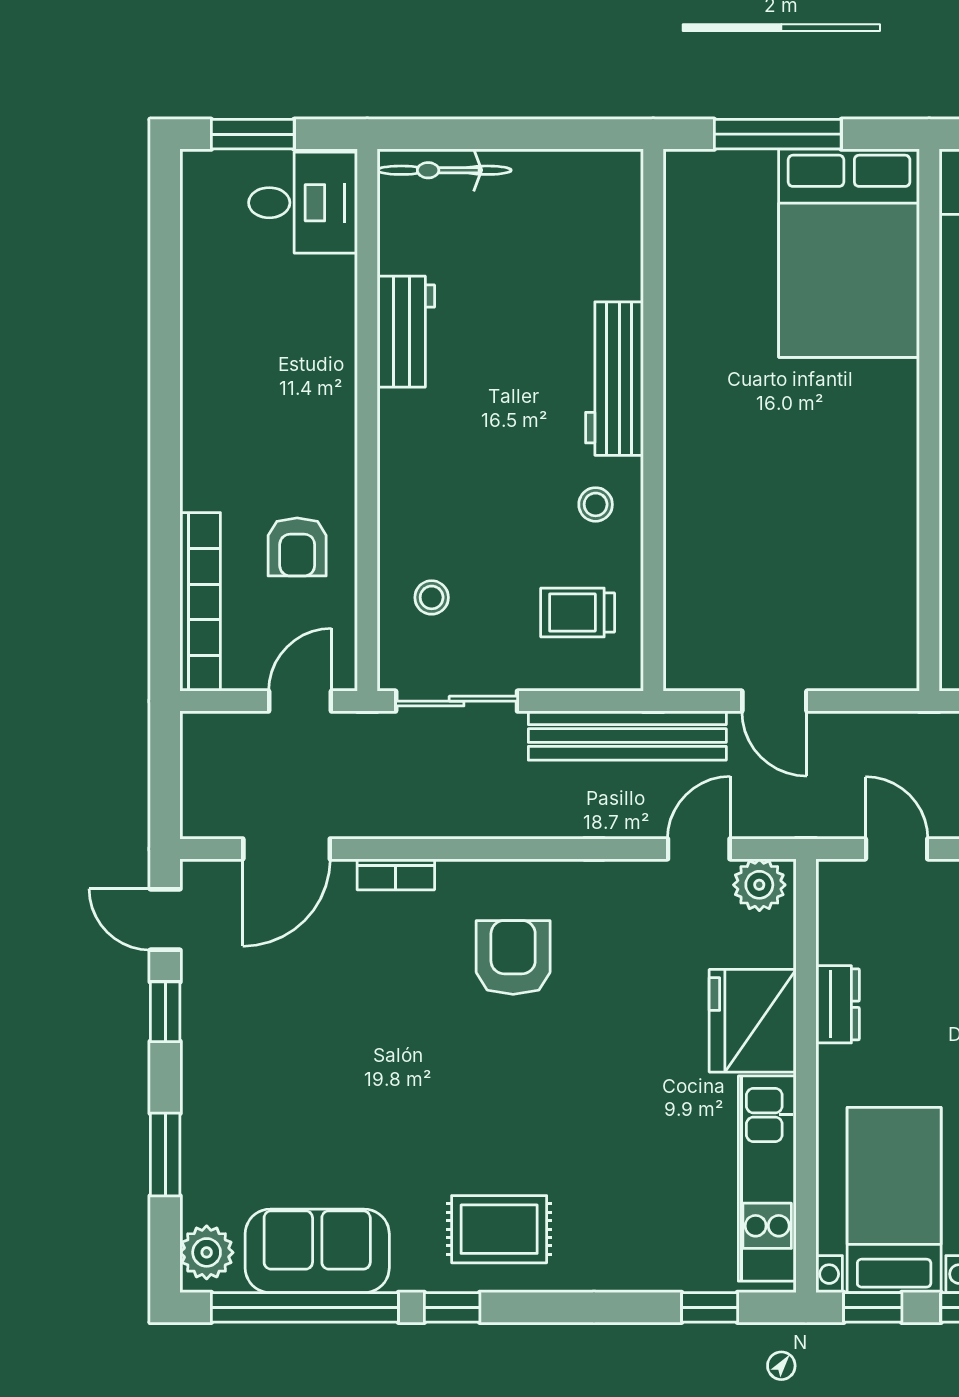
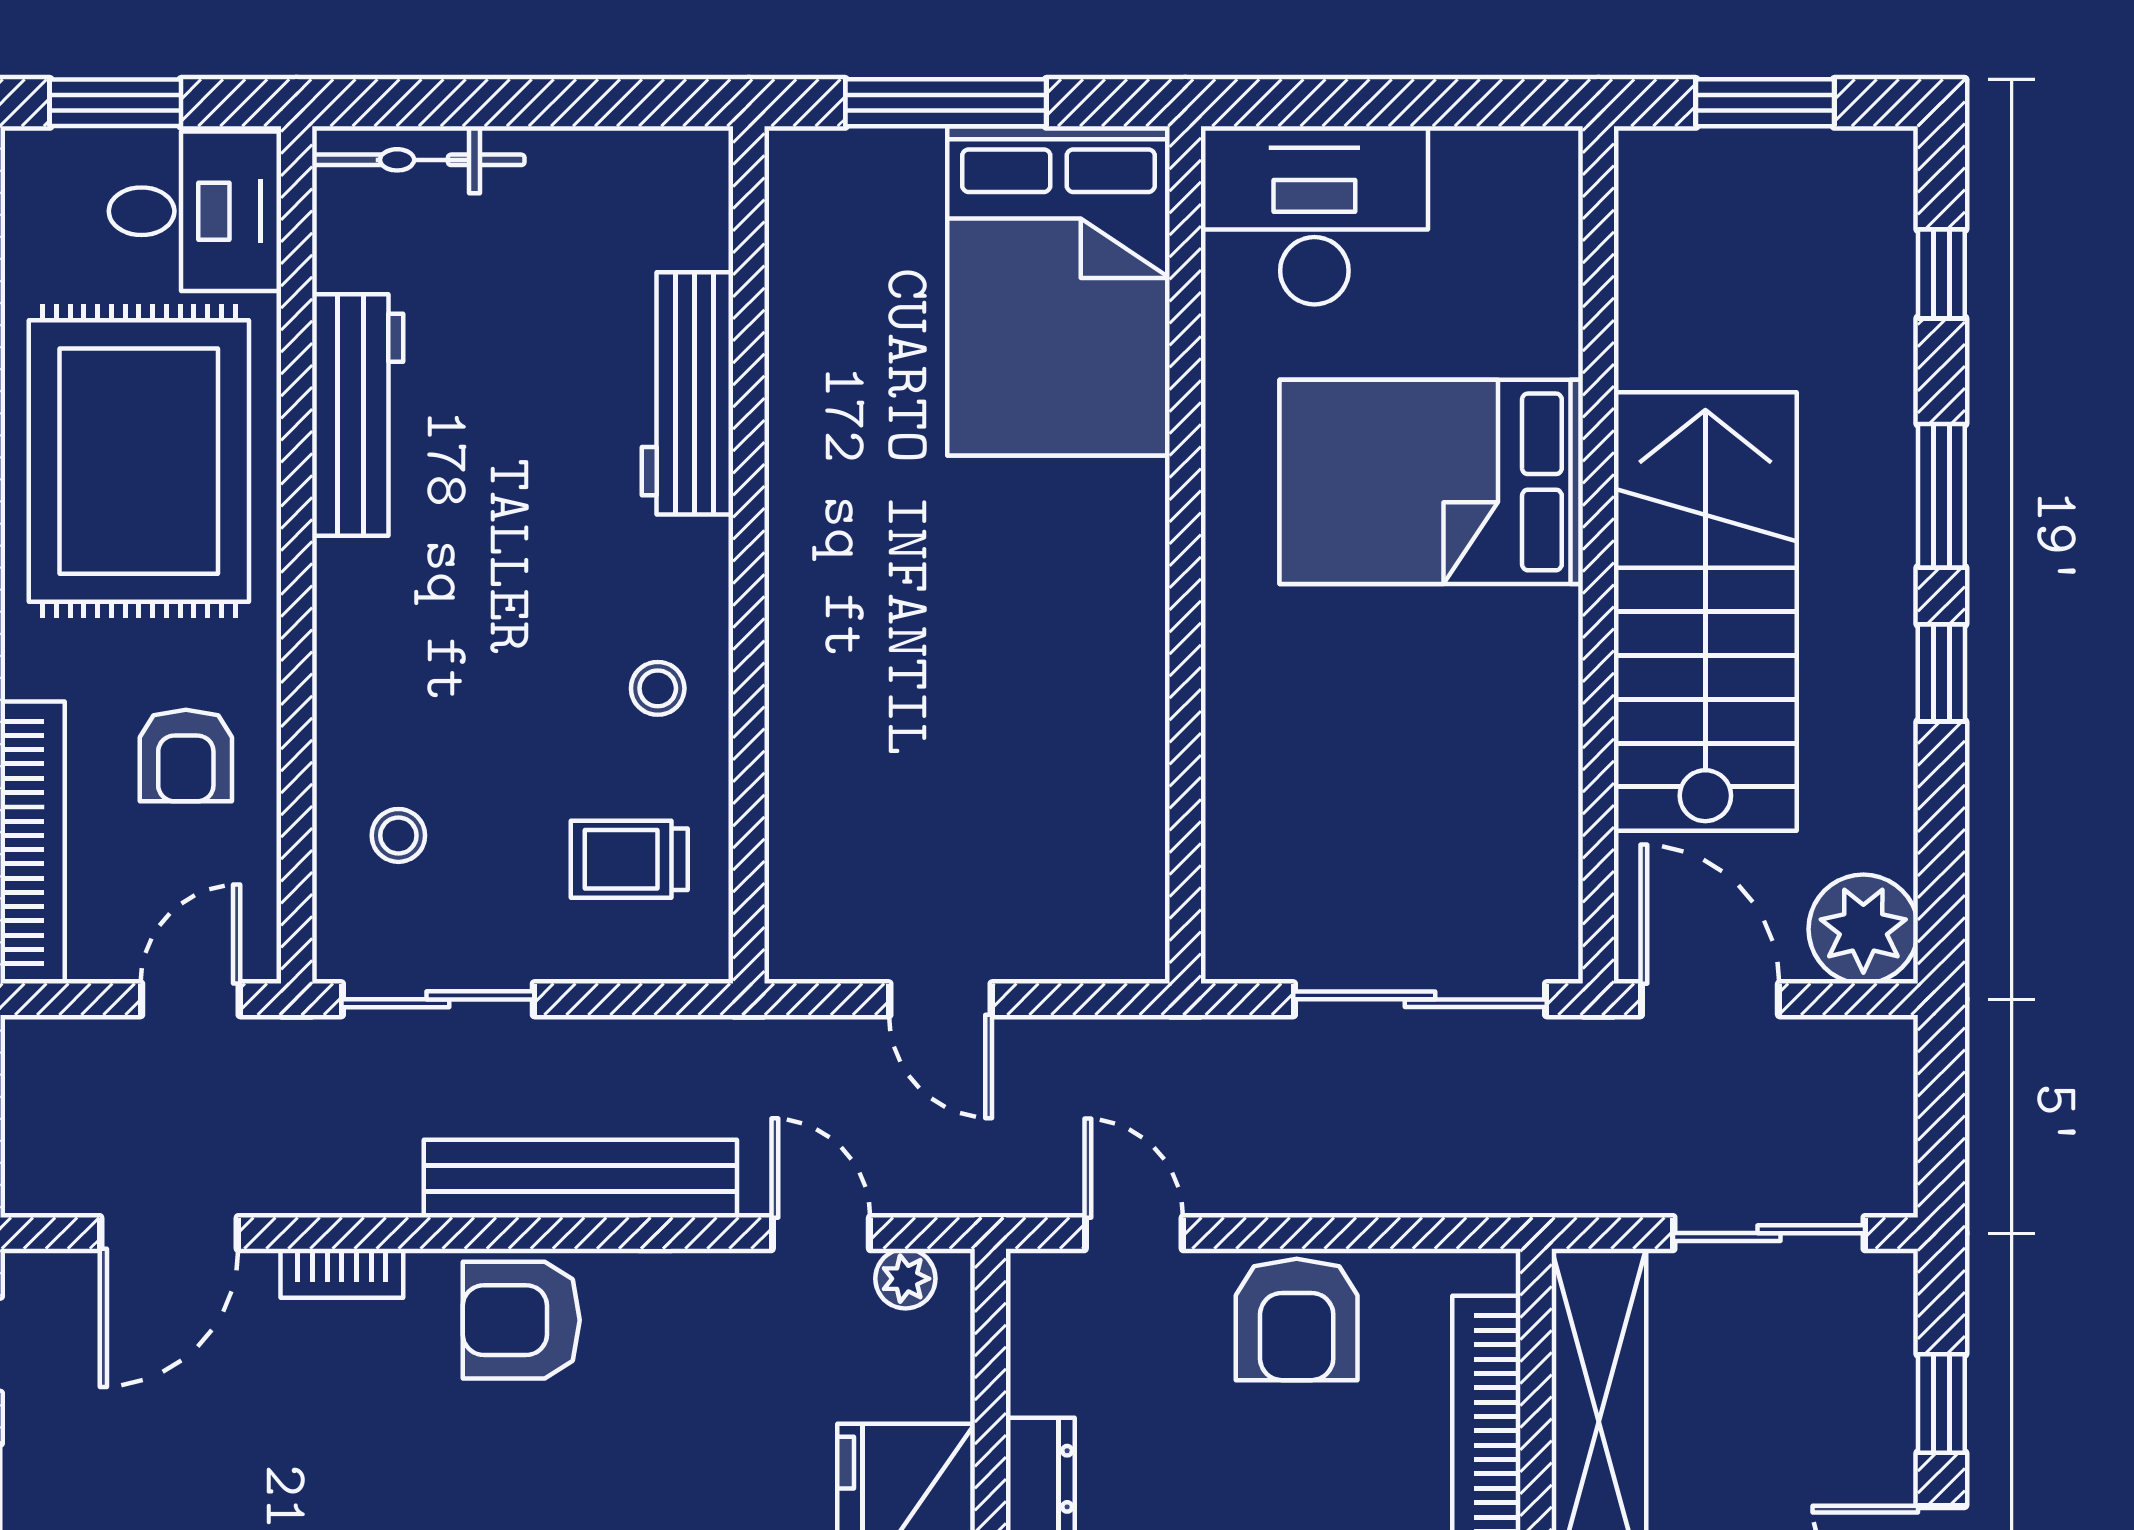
workbench: (406, 332) -> (358, 415), width x1.37
rug: (267, 361) -> (139, 461), added
workbench: (614, 379) -> (688, 393), moved
bench: (627, 736) -> (580, 1179), moved
door: (699, 849) -> (821, 1233), hinge flipped
plant: (759, 885) -> (905, 1279), width x0.73, depth x0.73
armchair: (513, 958) -> (521, 1320), moved, turned -90

